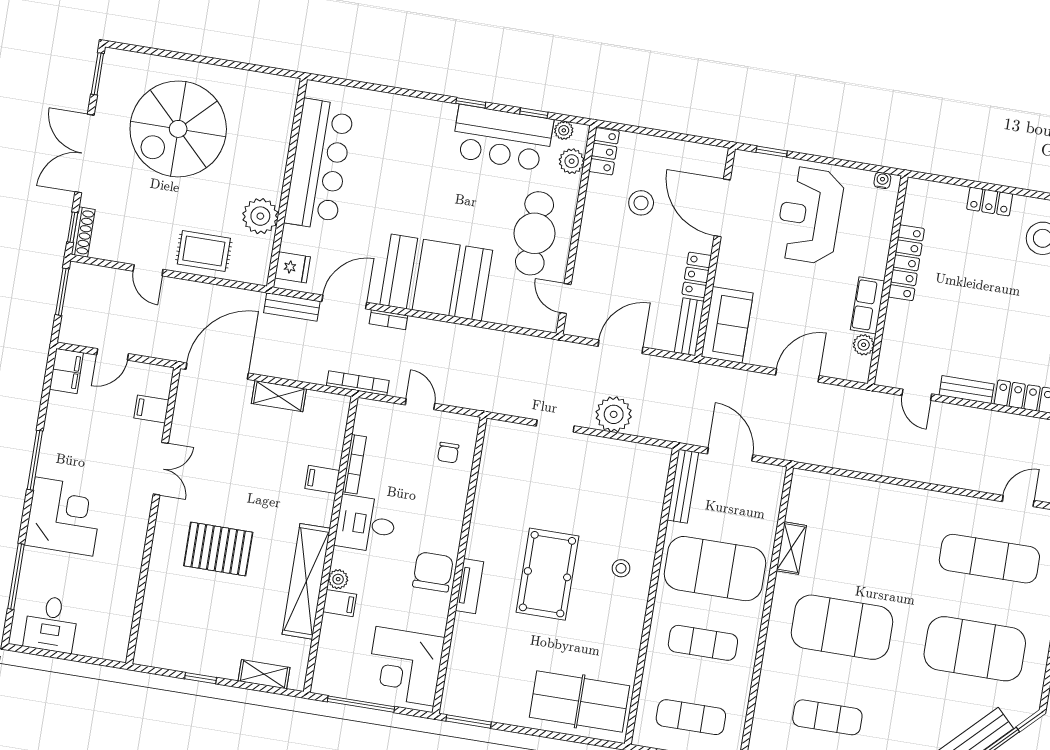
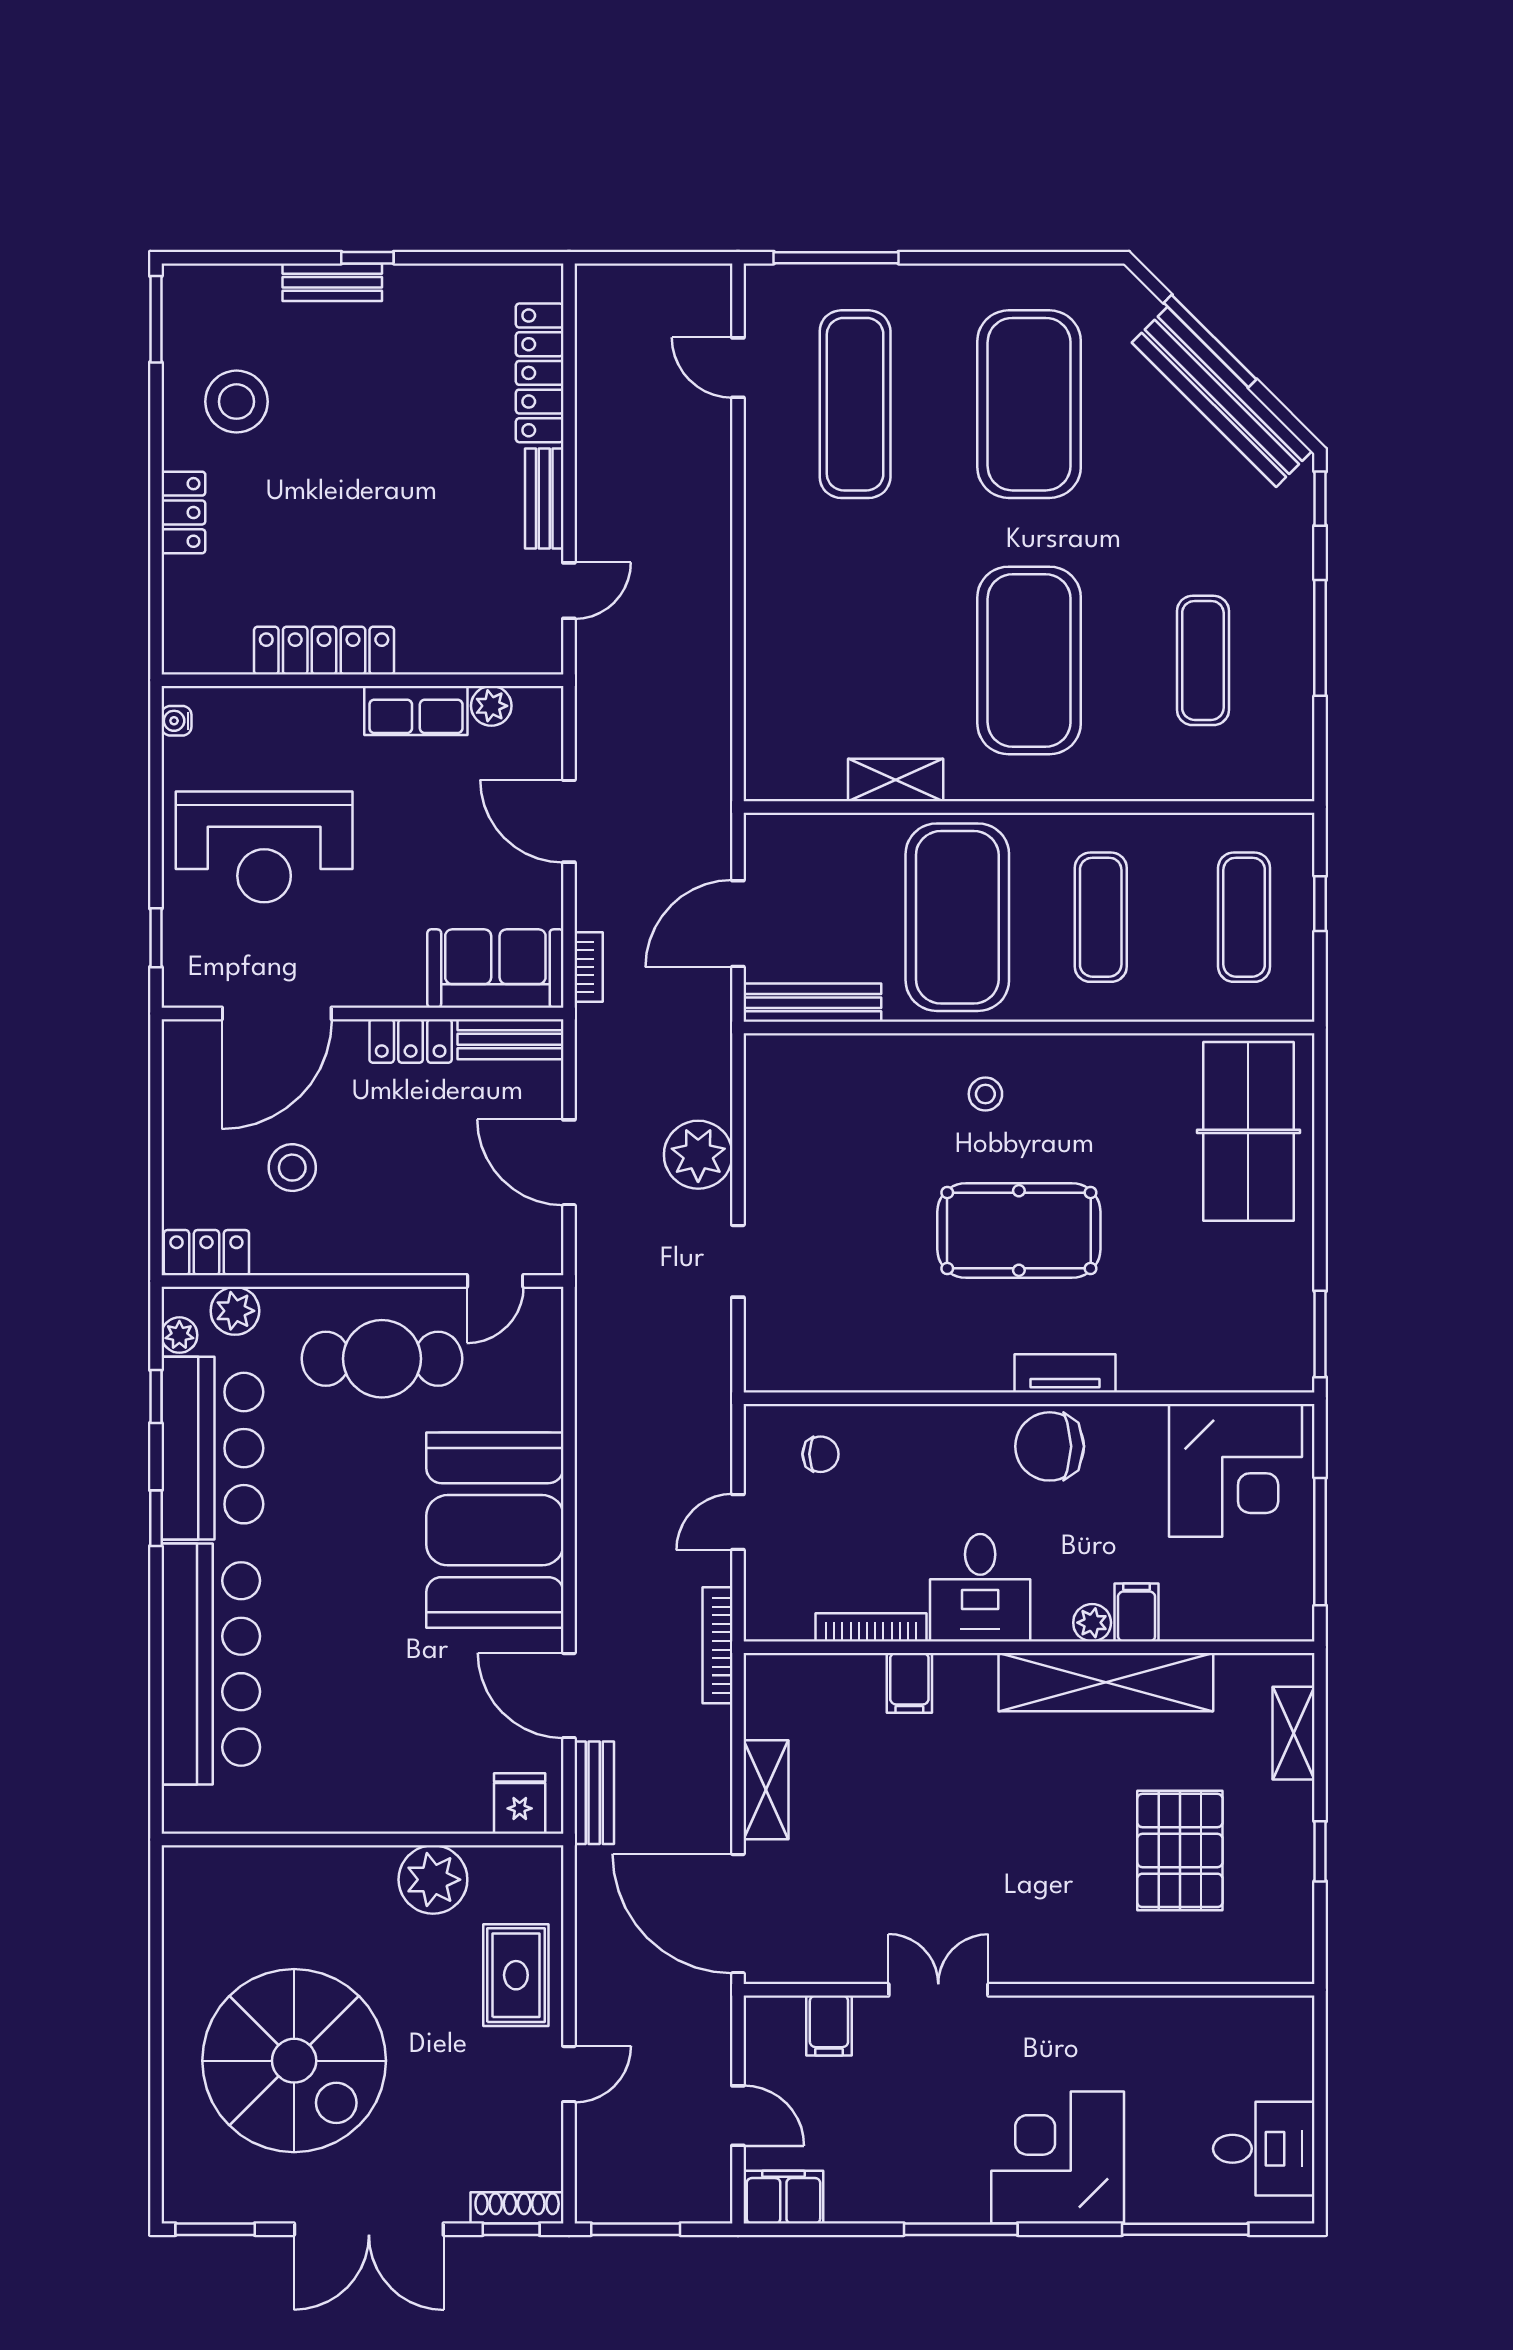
bar counter: (319, 164) -> (211, 1664), moved, turned 90
bookcase: (388, 320) -> (589, 967), moved
pallet: (218, 549) -> (1180, 1850), moved

